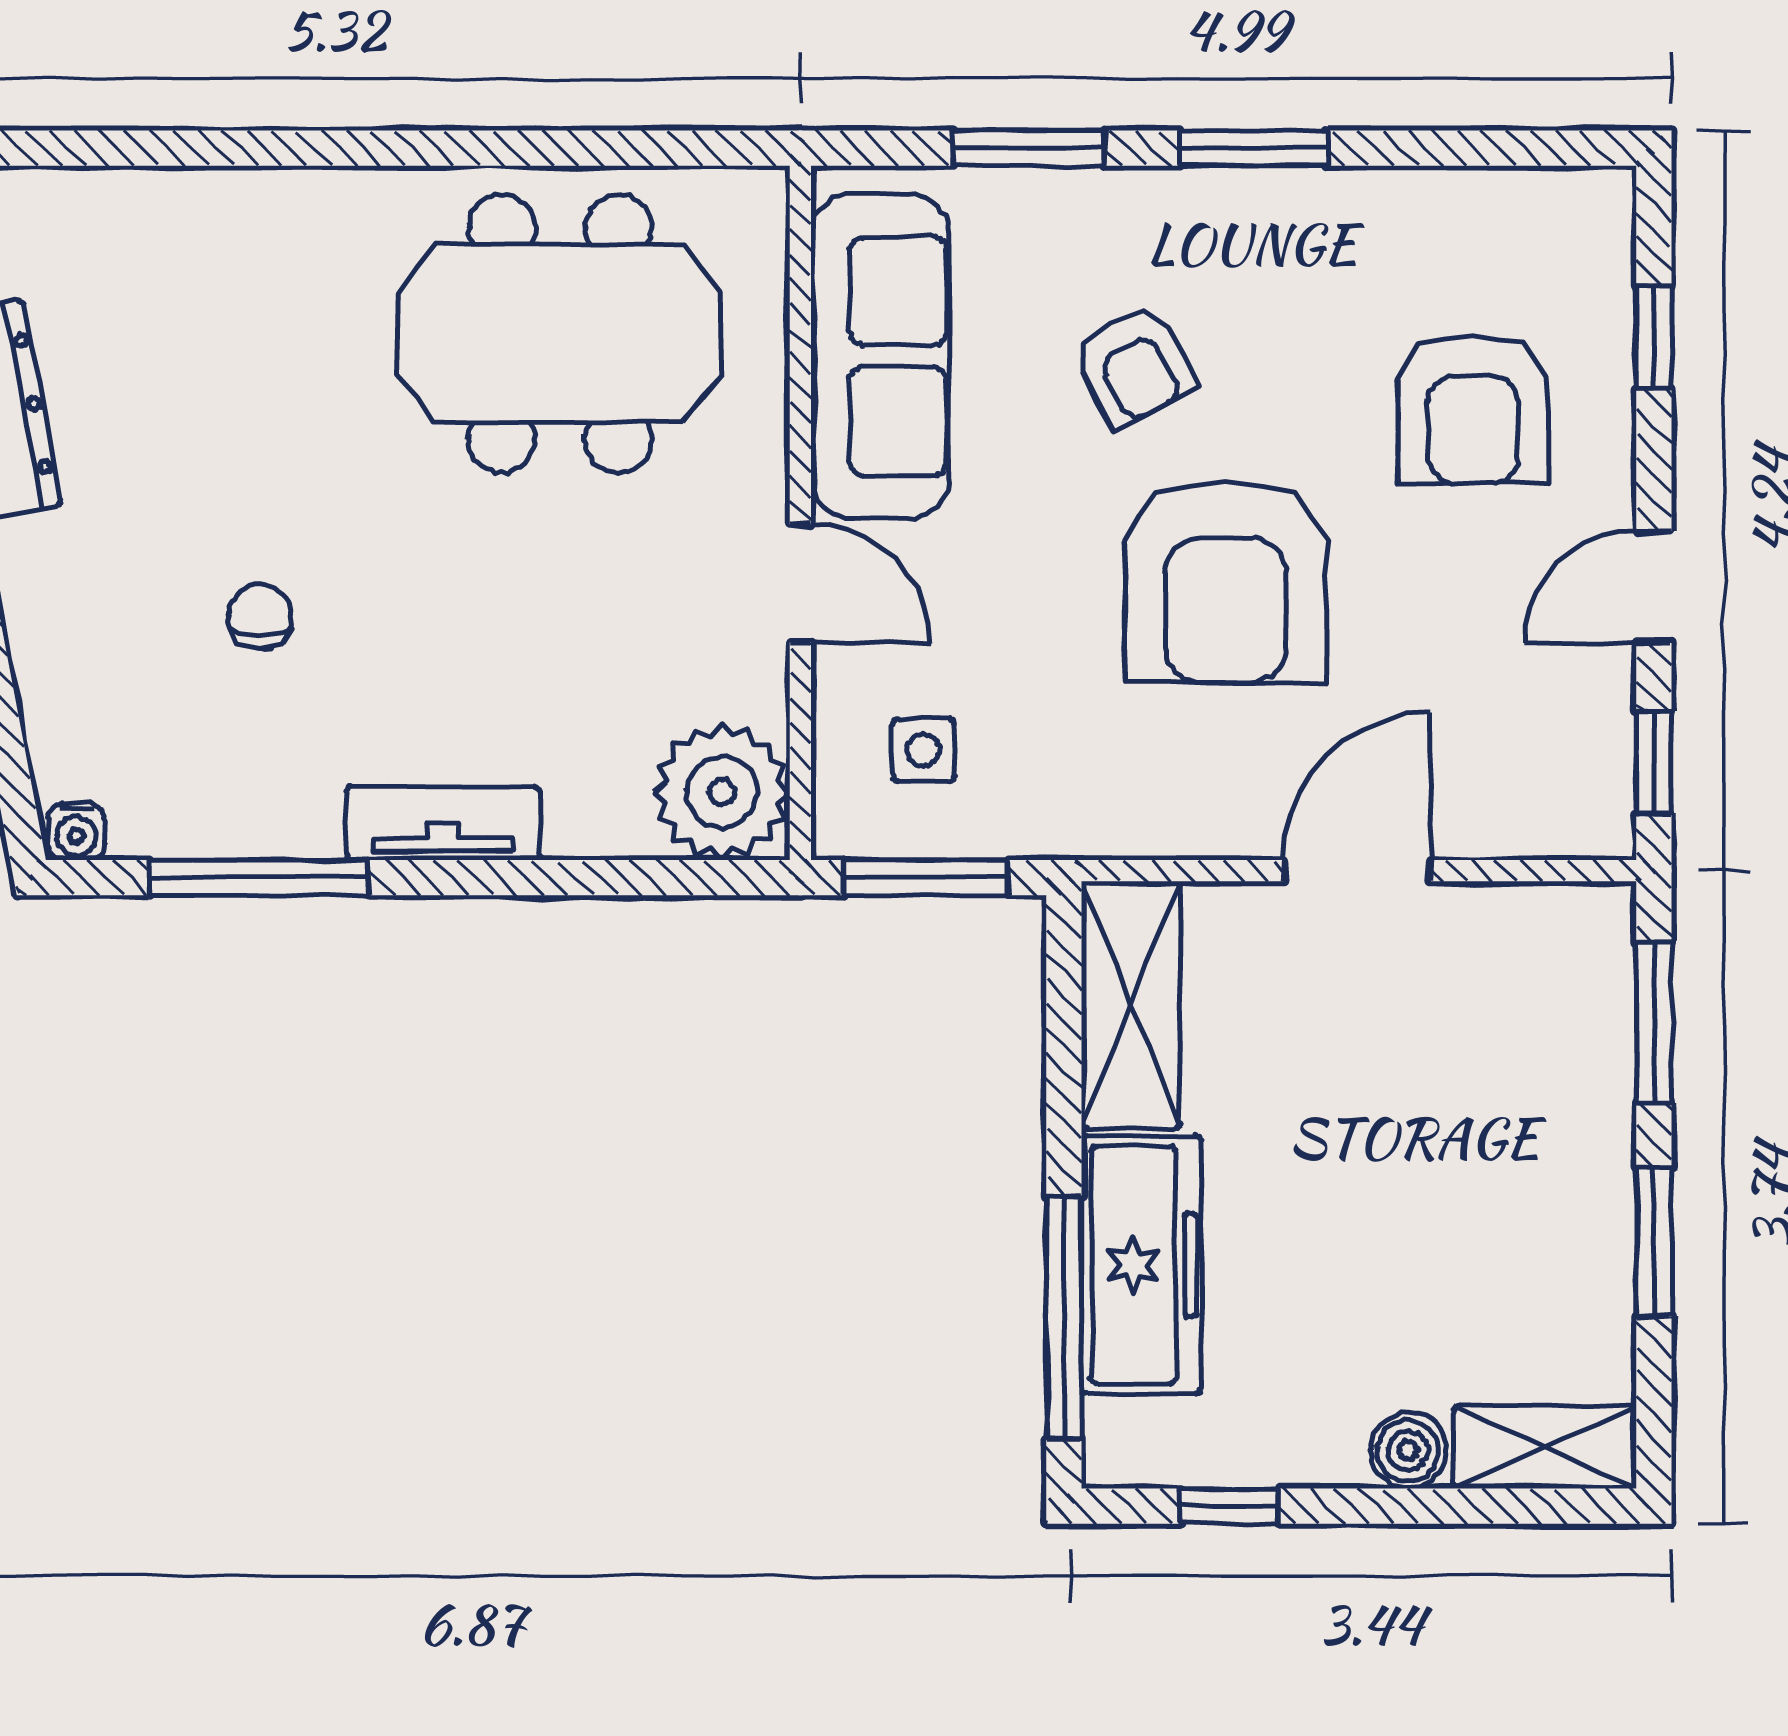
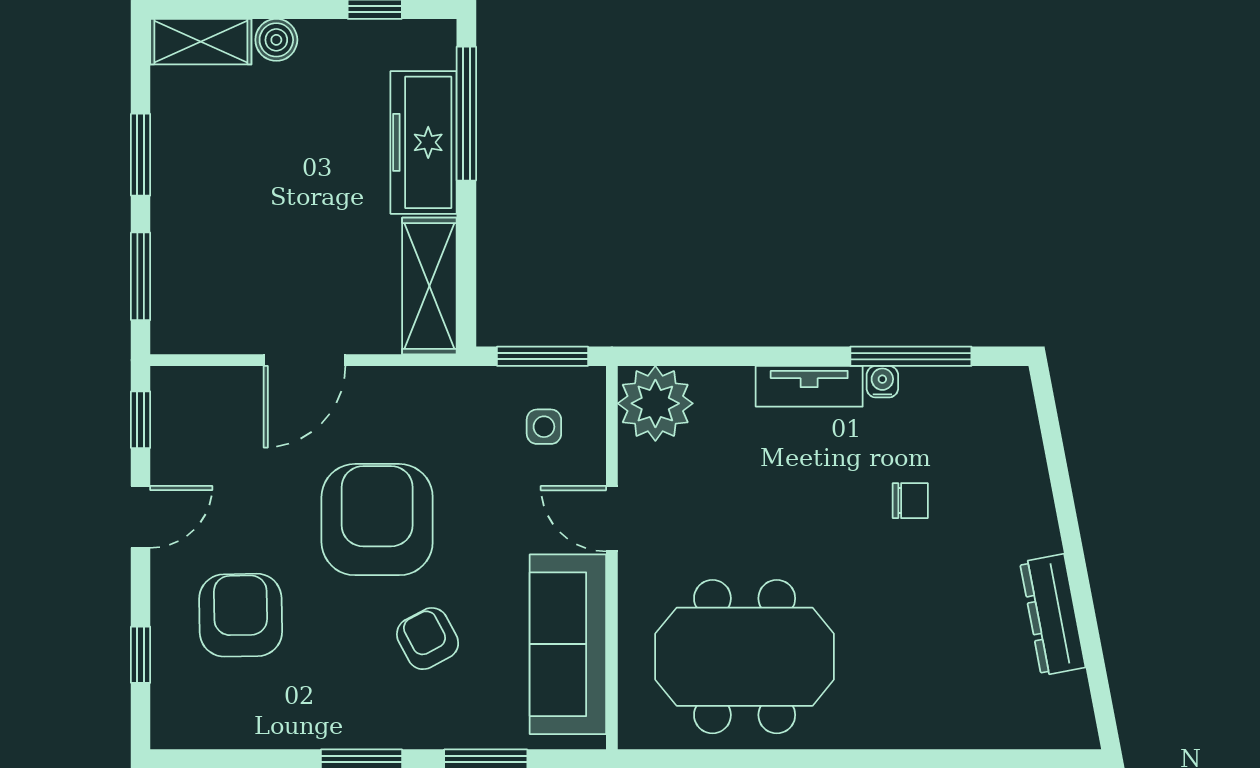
chair: (260, 616) -> (910, 501), turned -90
water cooler: (76, 832) -> (882, 382), moved

